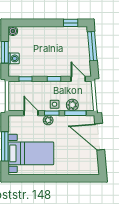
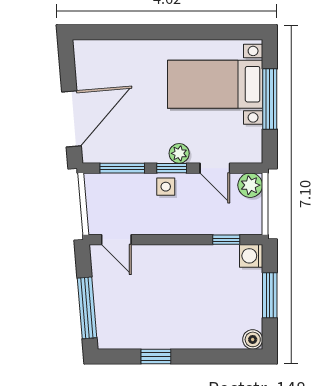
window: (71, 23) -> (156, 356), moved
washing machine: (14, 58) -> (251, 256), moved
window: (54, 79) -> (167, 240), removed
plant: (72, 105) -> (250, 185), moved
door: (100, 137) -> (72, 119), hinge flipped

